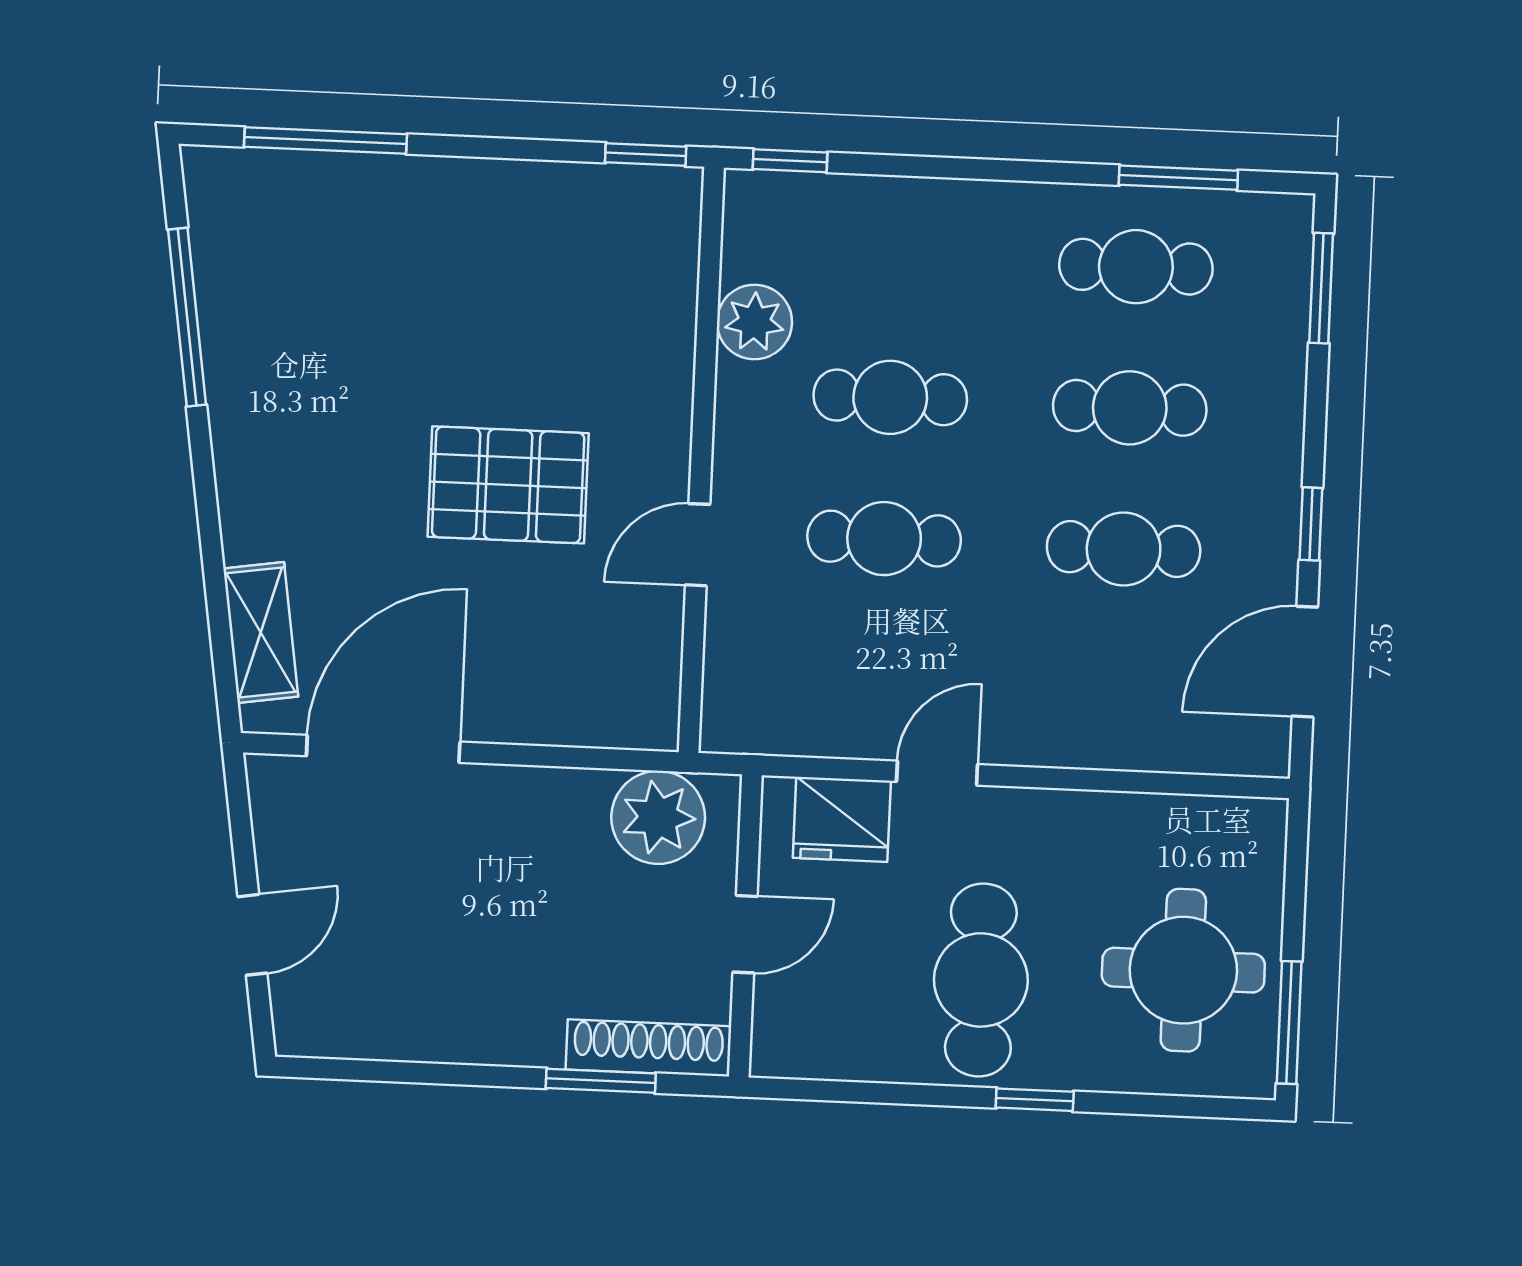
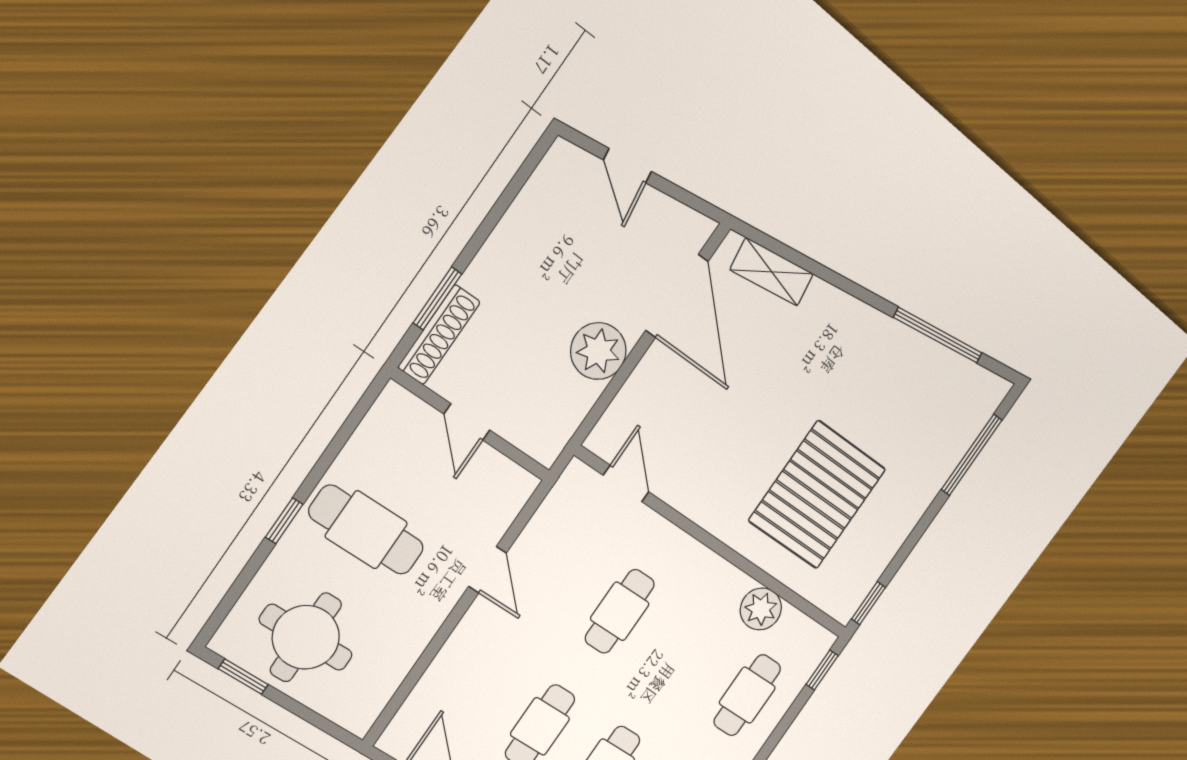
cafe table: (890, 397) -> (747, 695), moved
pallet: (508, 485) -> (817, 495), moved, width x1.37, depth x1.41
door: (698, 545) -> (626, 484), moved
plant: (658, 817) -> (598, 351), moved
fridge: (842, 819) -> (495, 507), removed
window: (1289, 1023) -> (243, 677), width x0.67

